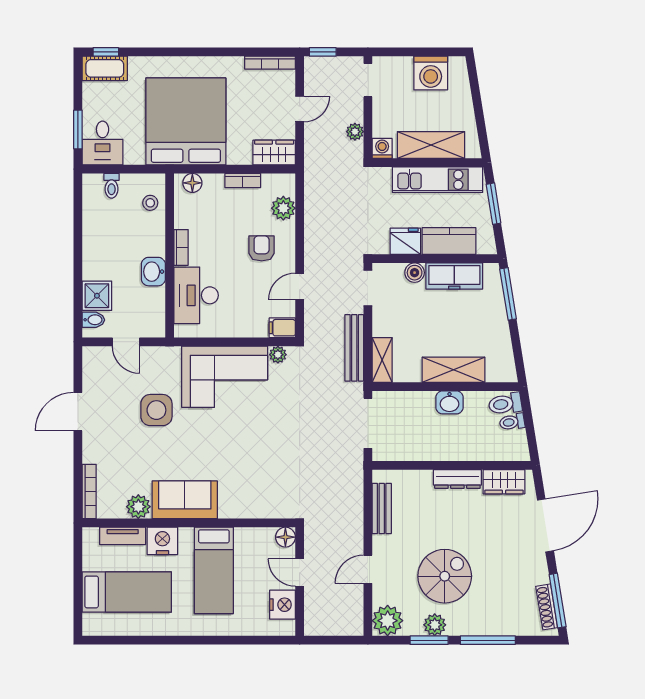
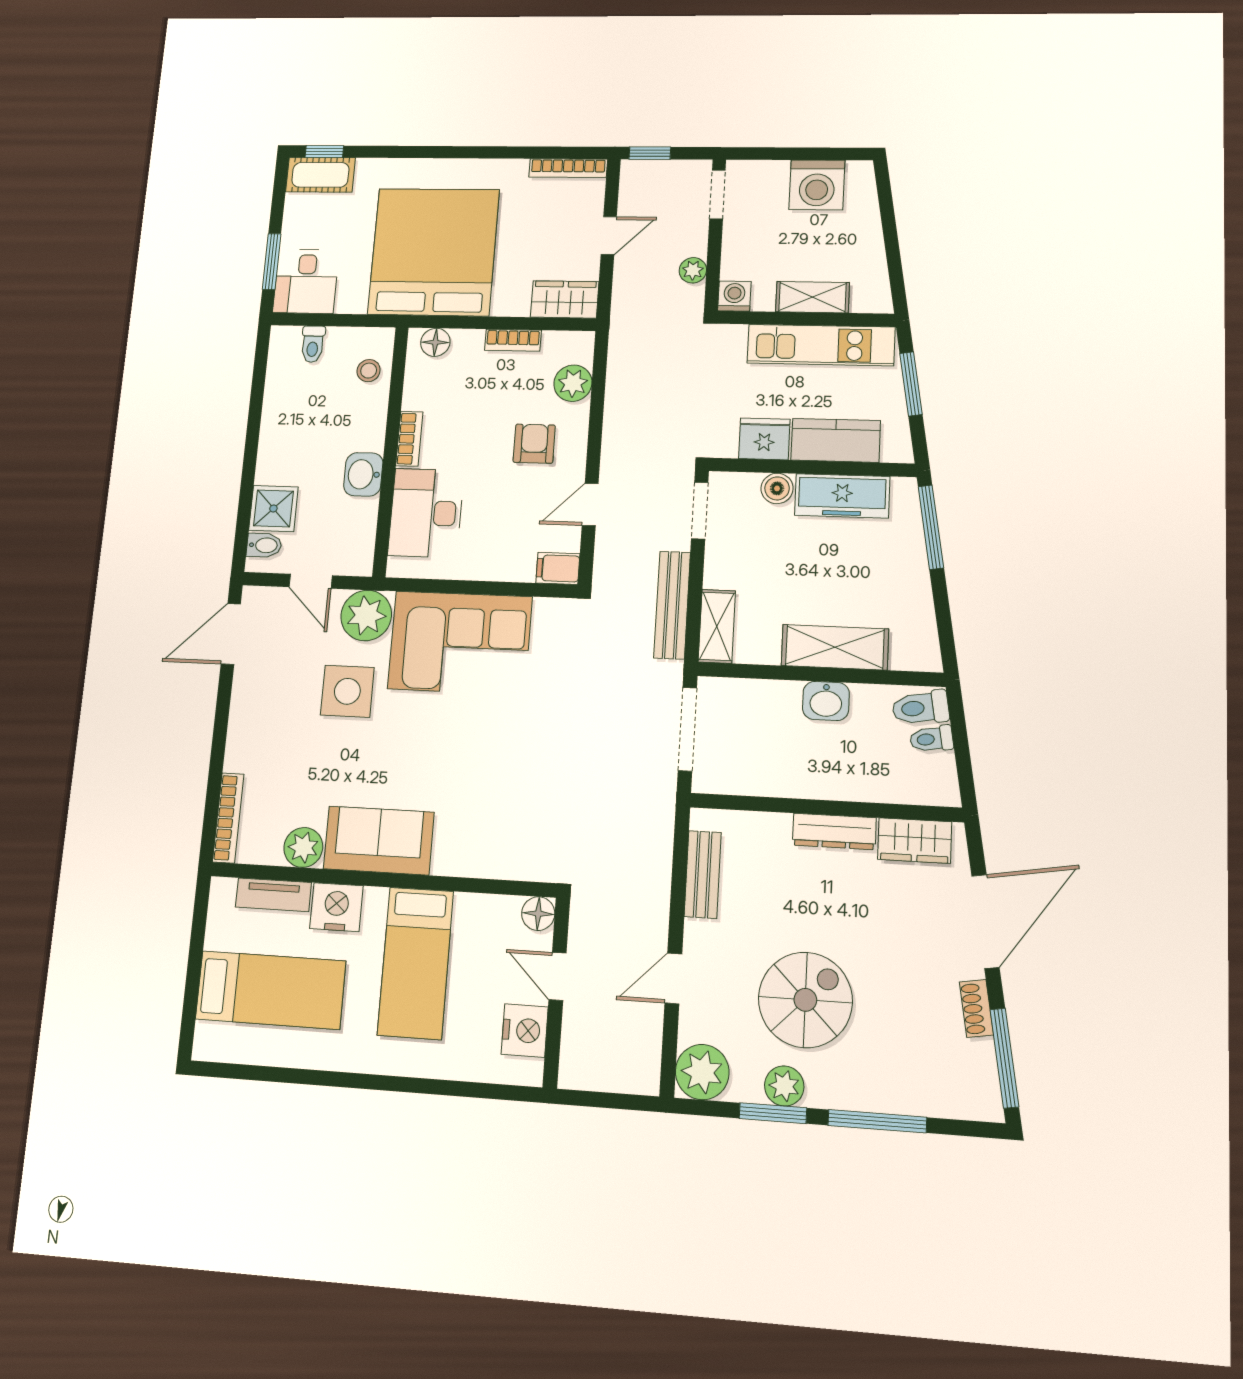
shelving: (431, 145) -> (812, 297), width x0.67, depth x0.75
plant: (278, 355) -> (366, 615), moved, width x1.88, depth x1.88
door: (78, 412) -> (231, 634), moved
shoe rack: (547, 607) -> (976, 1008), moved, width x0.70

